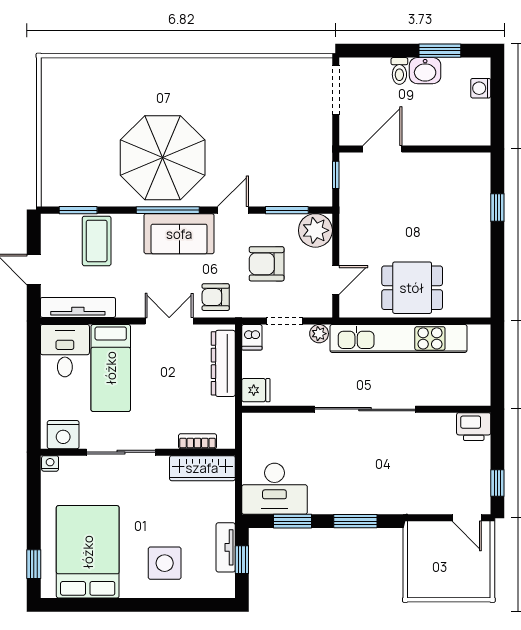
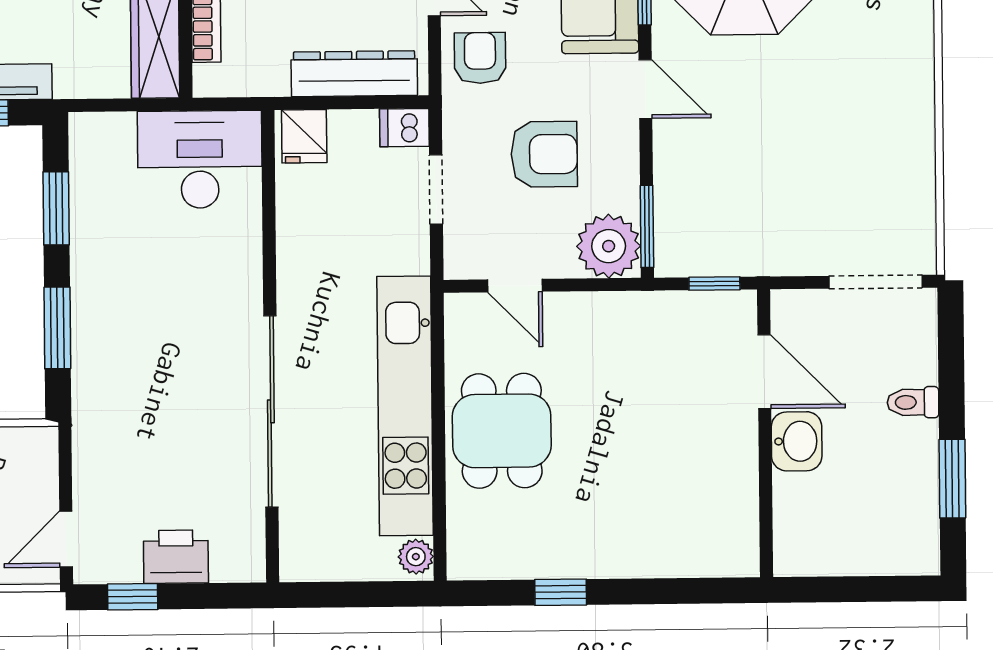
washbasin: (425, 71) -> (797, 441), moved, turned 180
washing machine: (481, 88) -> (882, 557), removed
window: (497, 207) -> (561, 592), moved
window: (287, 210) -> (647, 226), moved
armchair: (267, 264) -> (544, 154), turned 90
plant: (319, 334) -> (416, 557), moved
sliding door: (365, 409) -> (271, 411), moved
printer: (474, 427) -> (176, 557), moved, turned 90
desk: (274, 489) -> (200, 159), moved, turned 90

